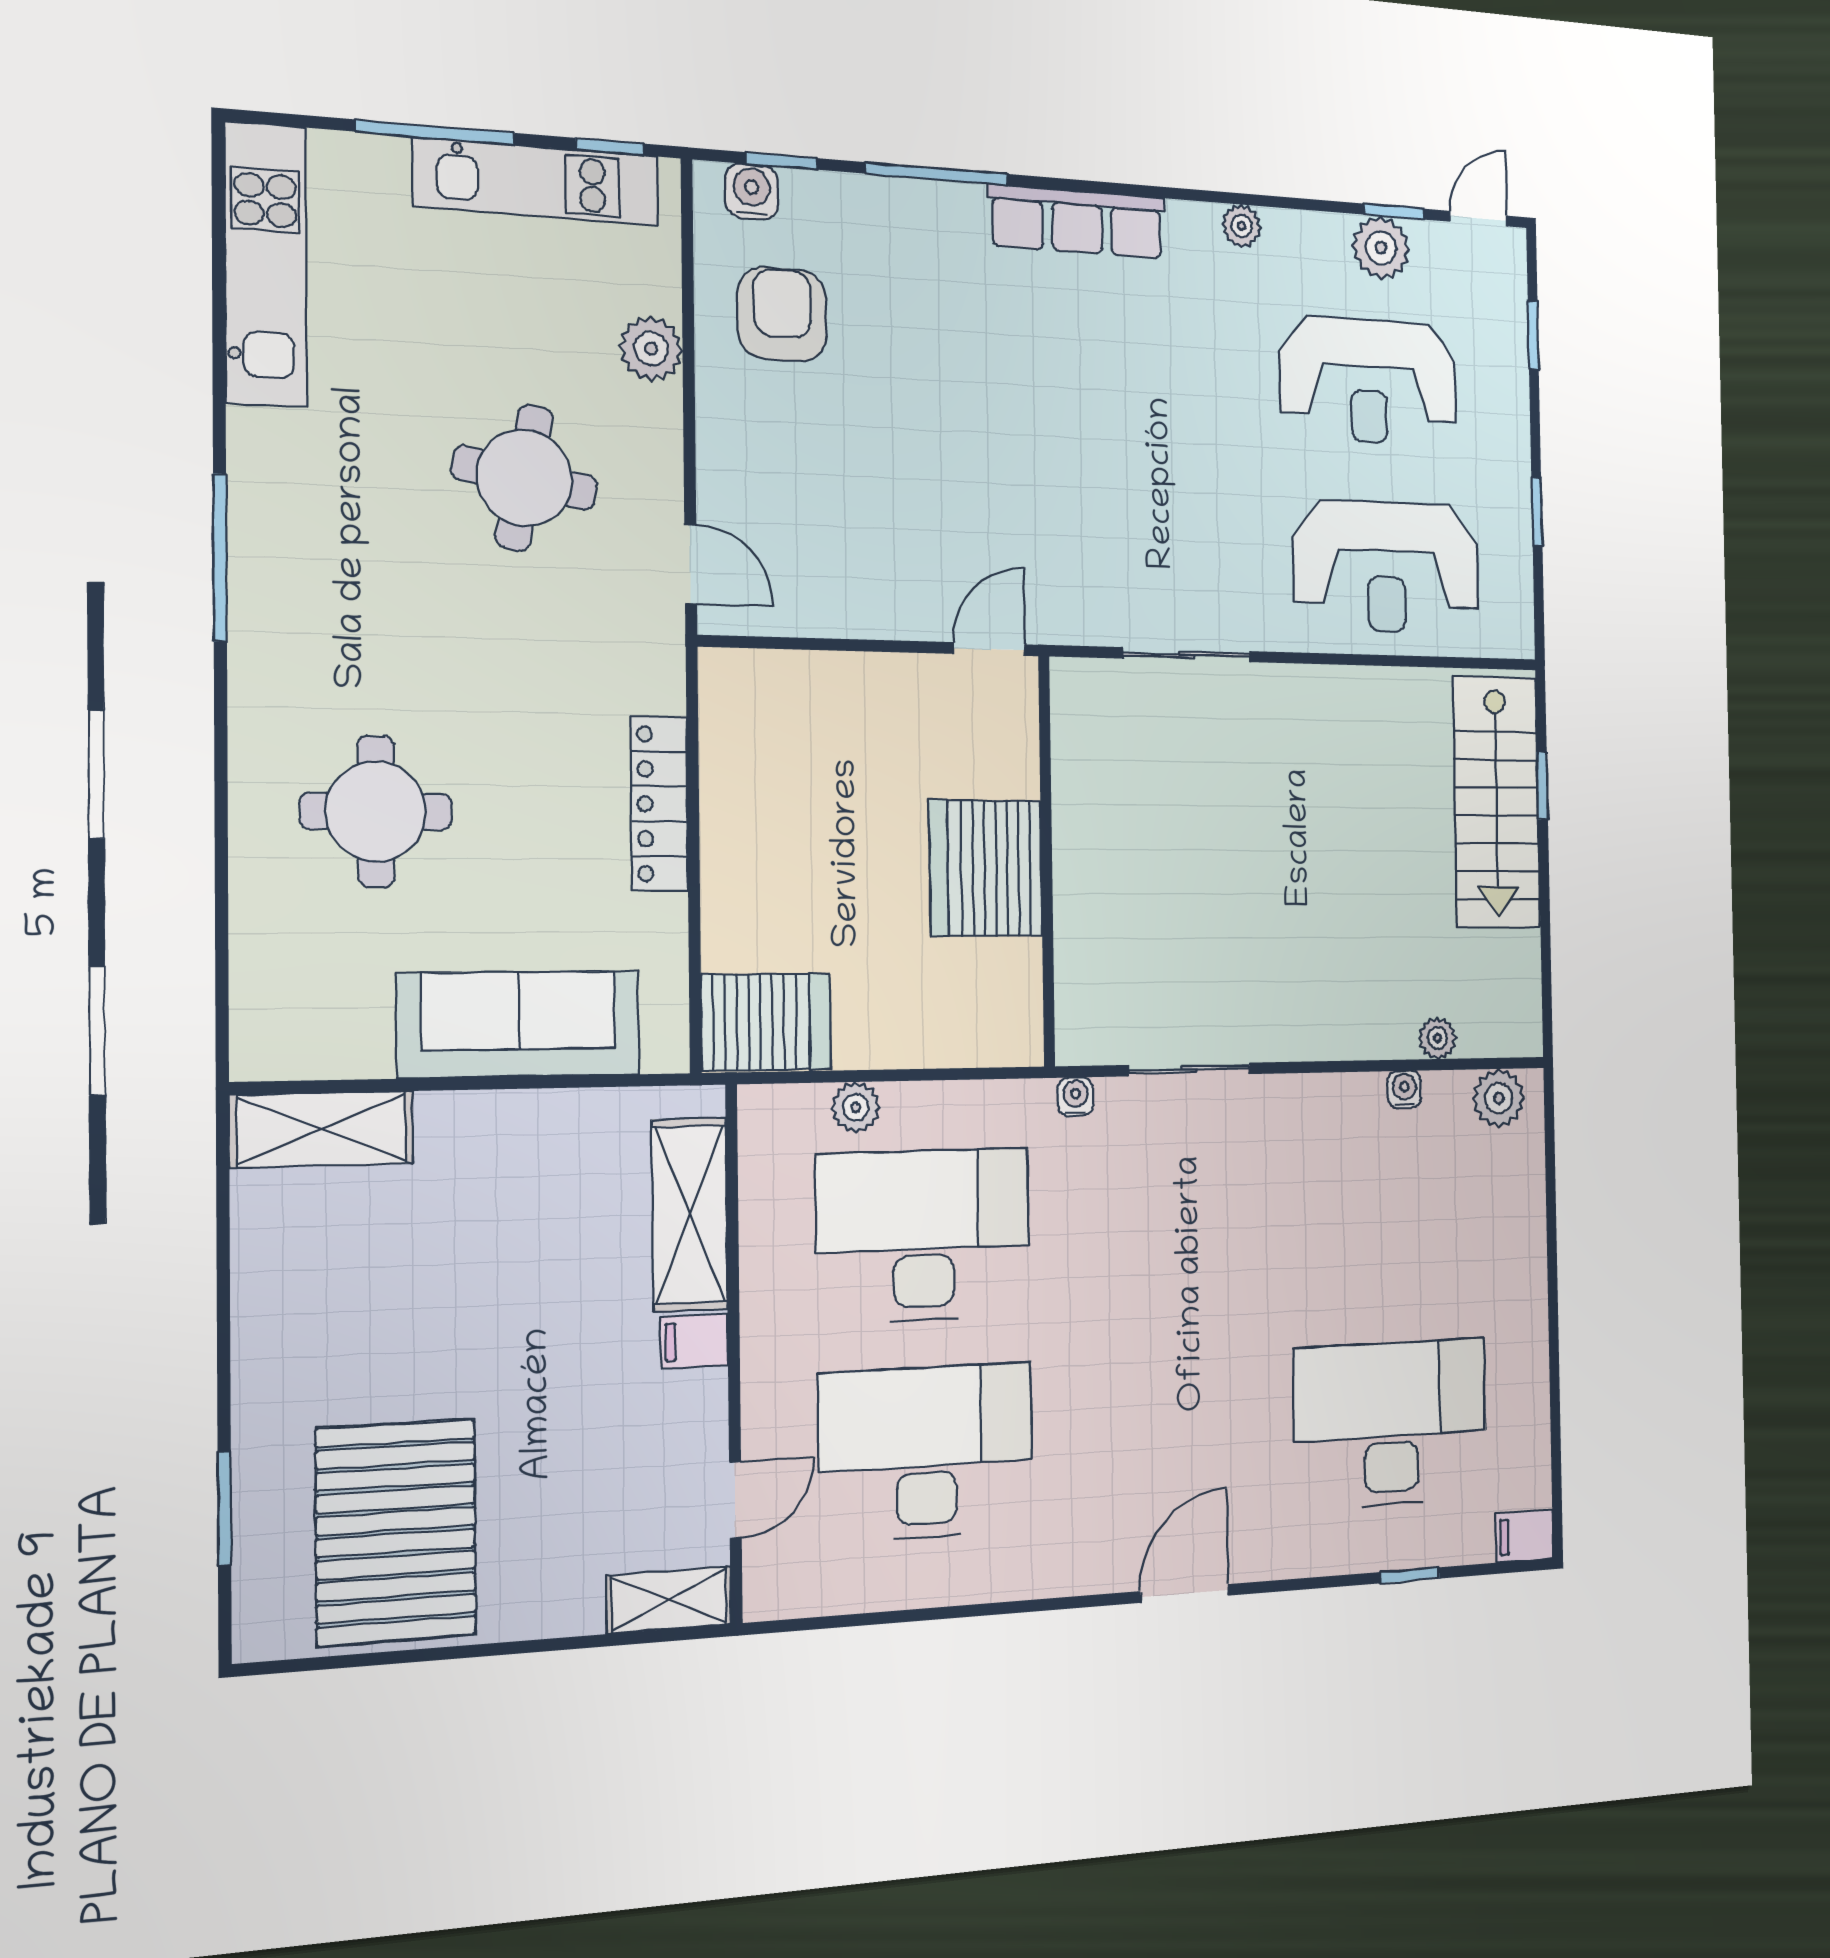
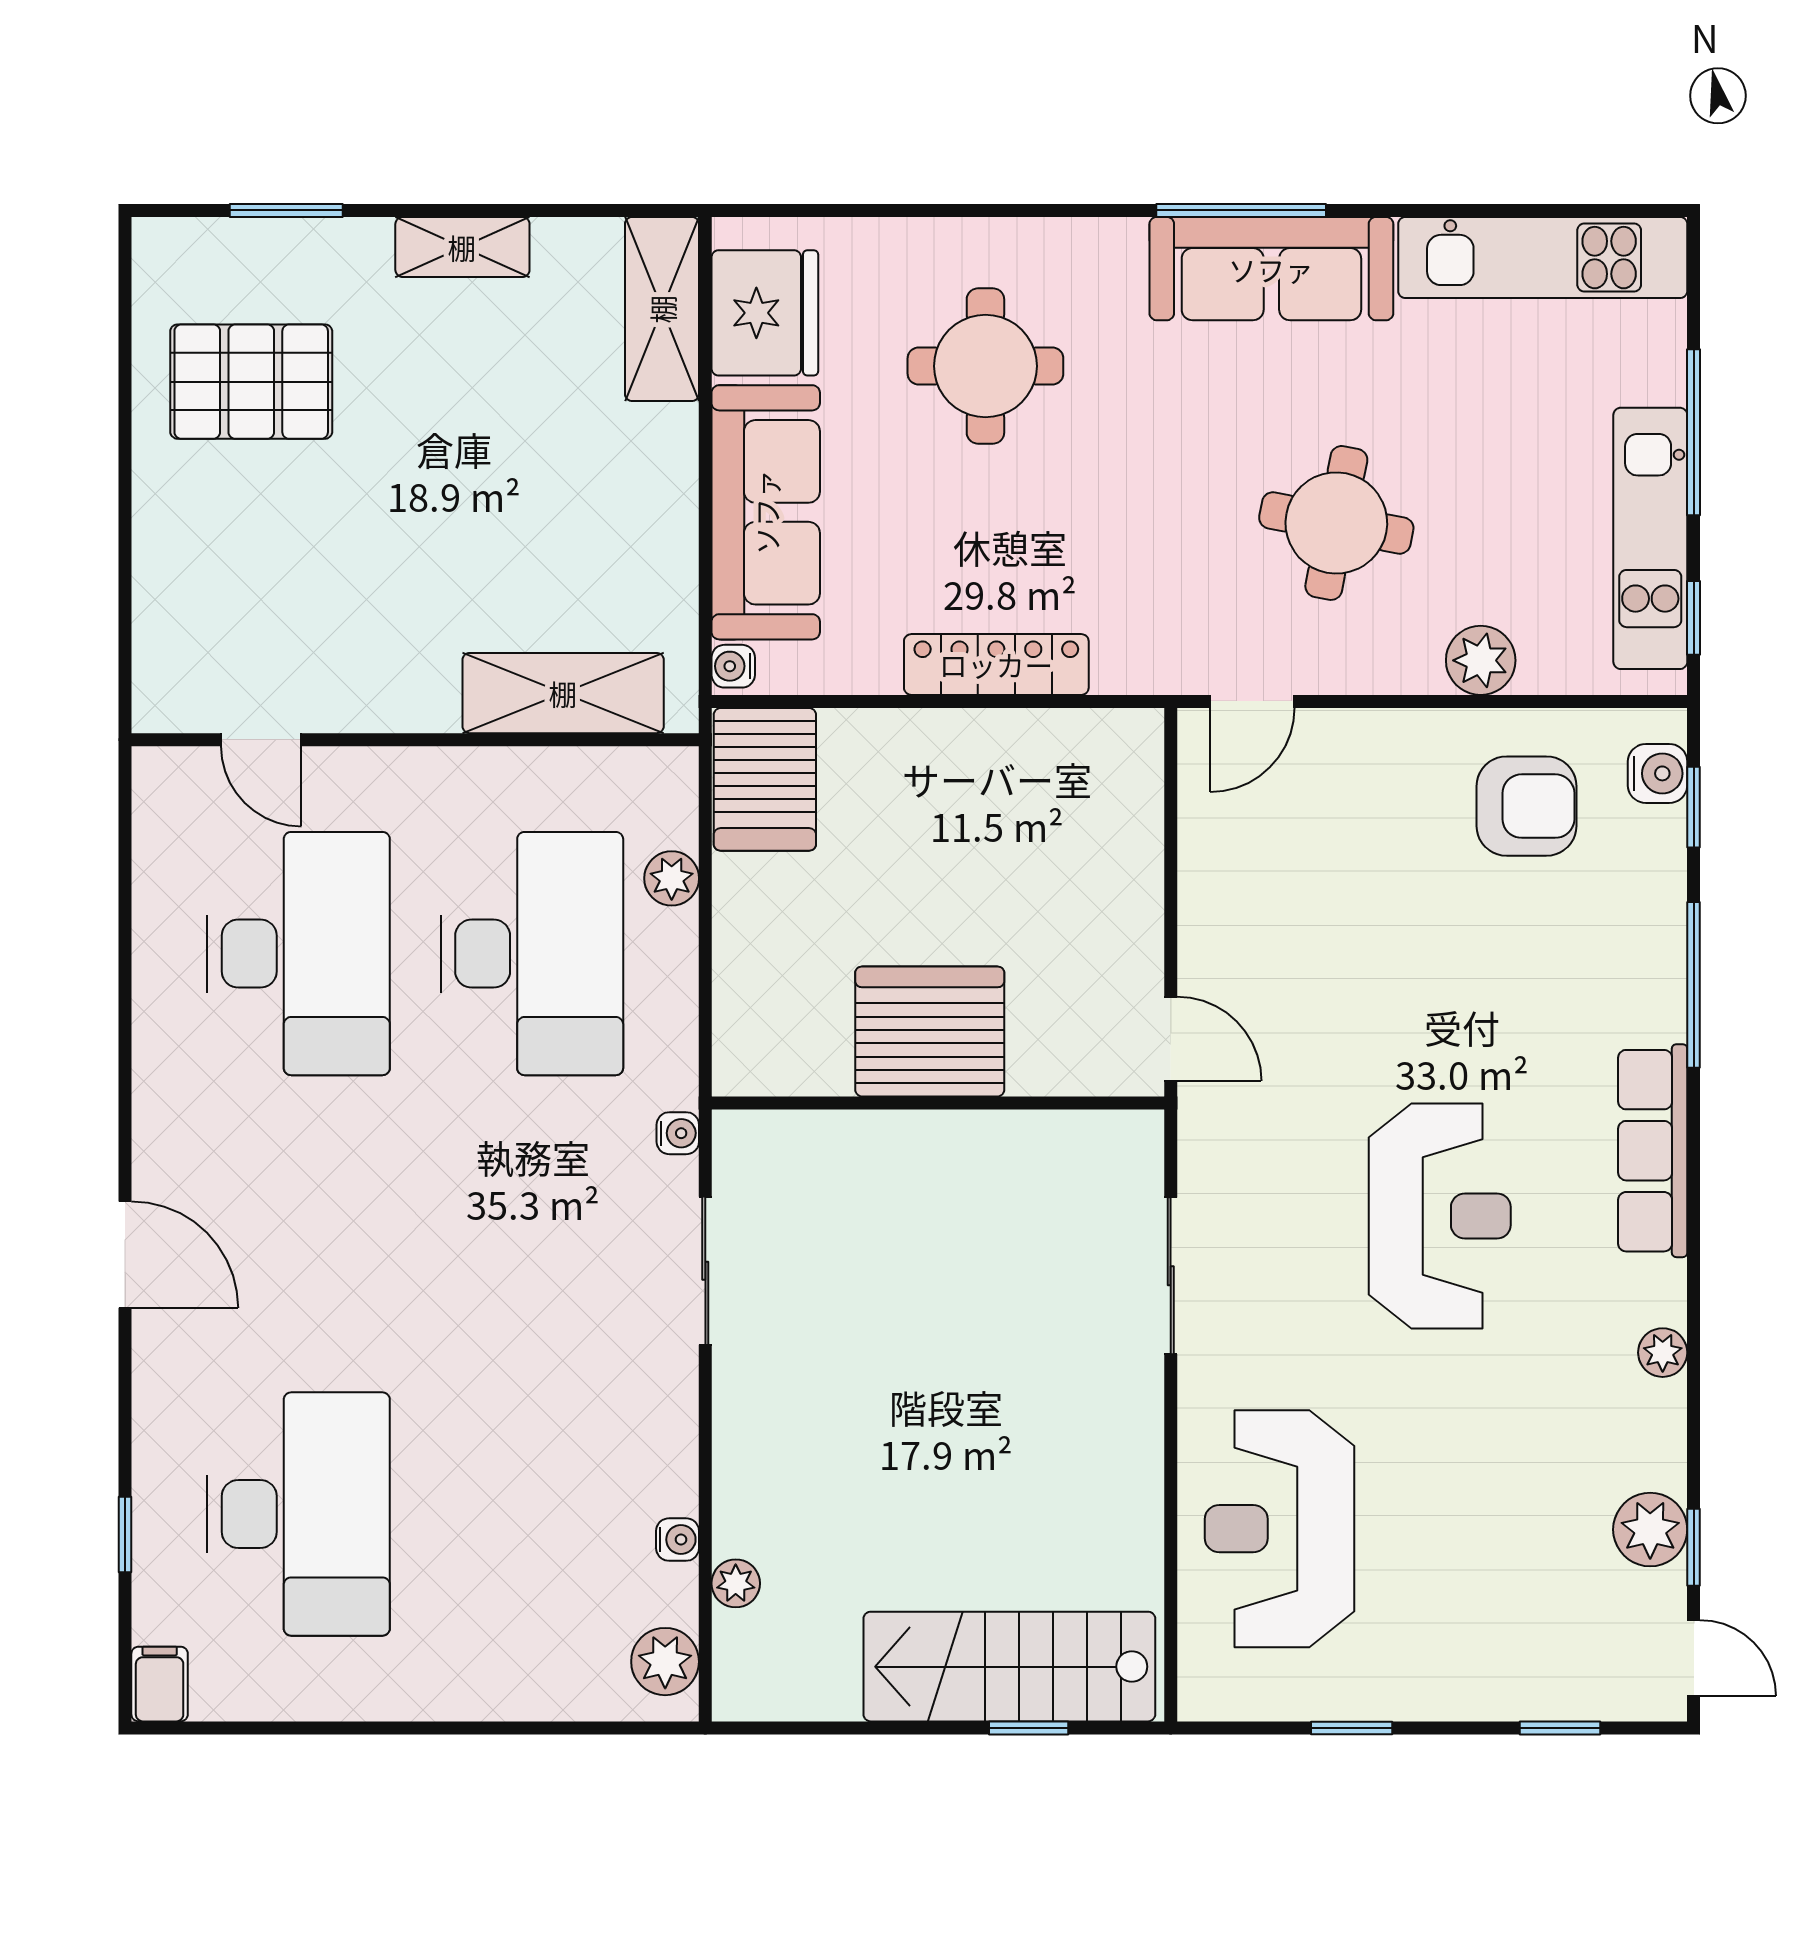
reception desk: (1369, 381) -> (1440, 1216), moved, turned 180
sofa: (278, 530) -> (1271, 269), added
fridge: (325, 1028) -> (765, 313), added
water cooler: (663, 1053) -> (733, 666), added
filing cabinet: (694, 1341) -> (430, 697), removed
pallet: (396, 1532) -> (251, 382), width x0.73, depth x0.71
shelving: (669, 1600) -> (462, 247), moved, turned 90

